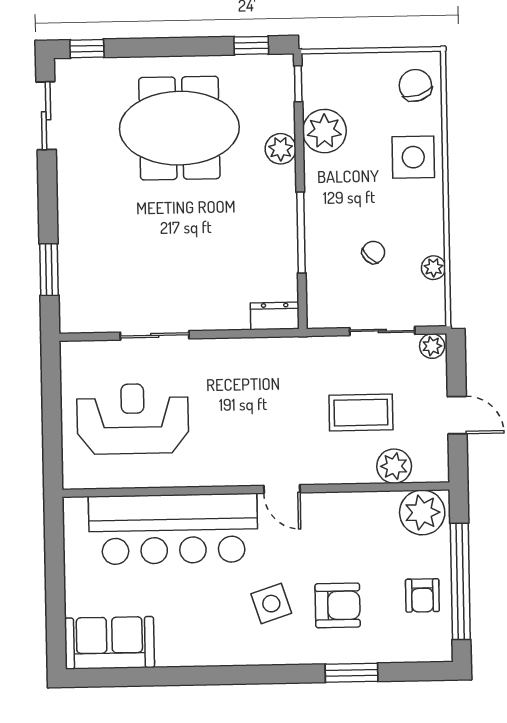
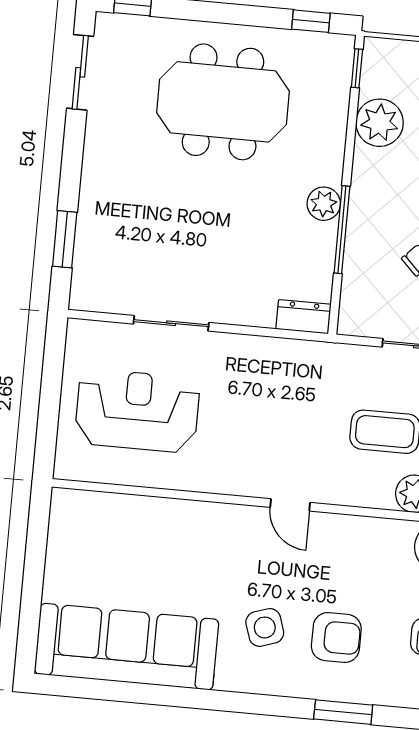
plant: (281, 149) -> (324, 204), moved
bar counter: (173, 529) -> (168, 535), removed
sofa: (109, 643) -> (127, 647), width x1.85, depth x1.27

